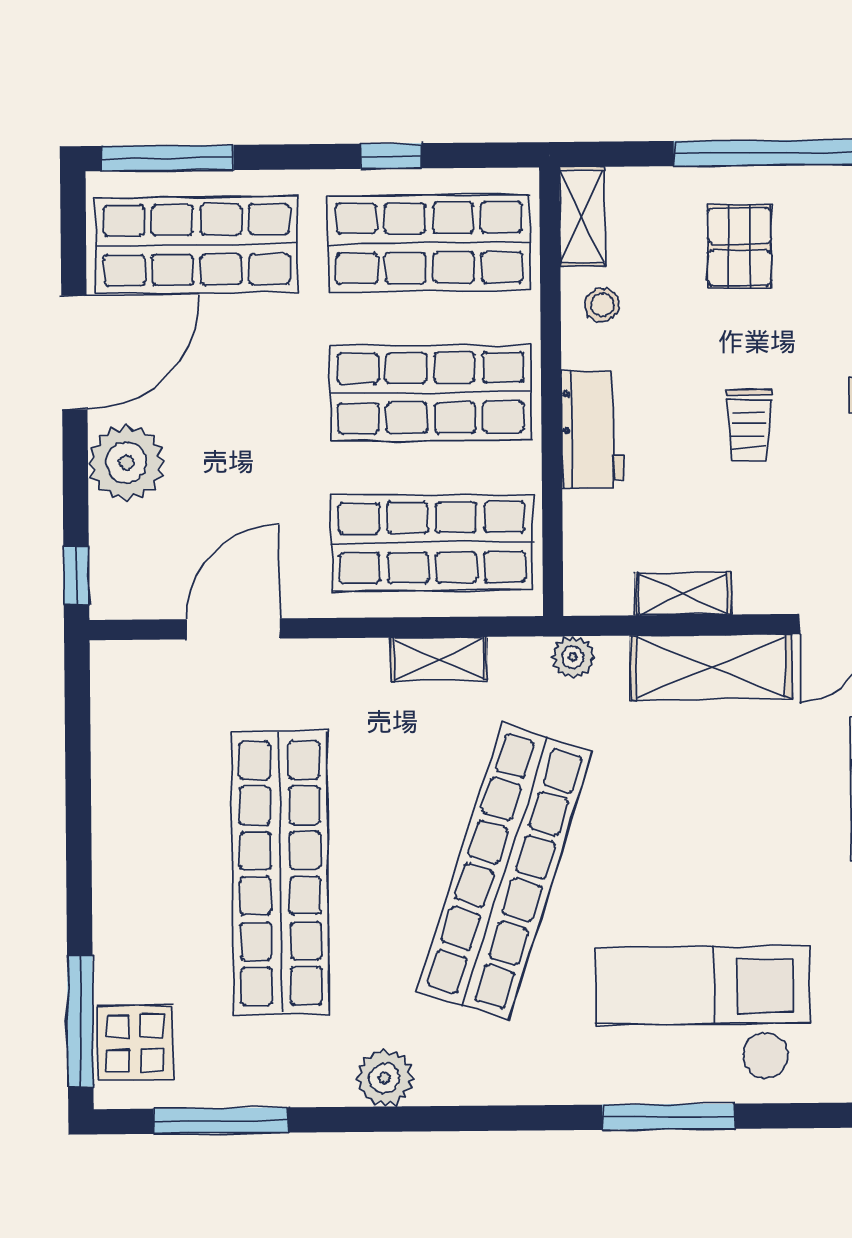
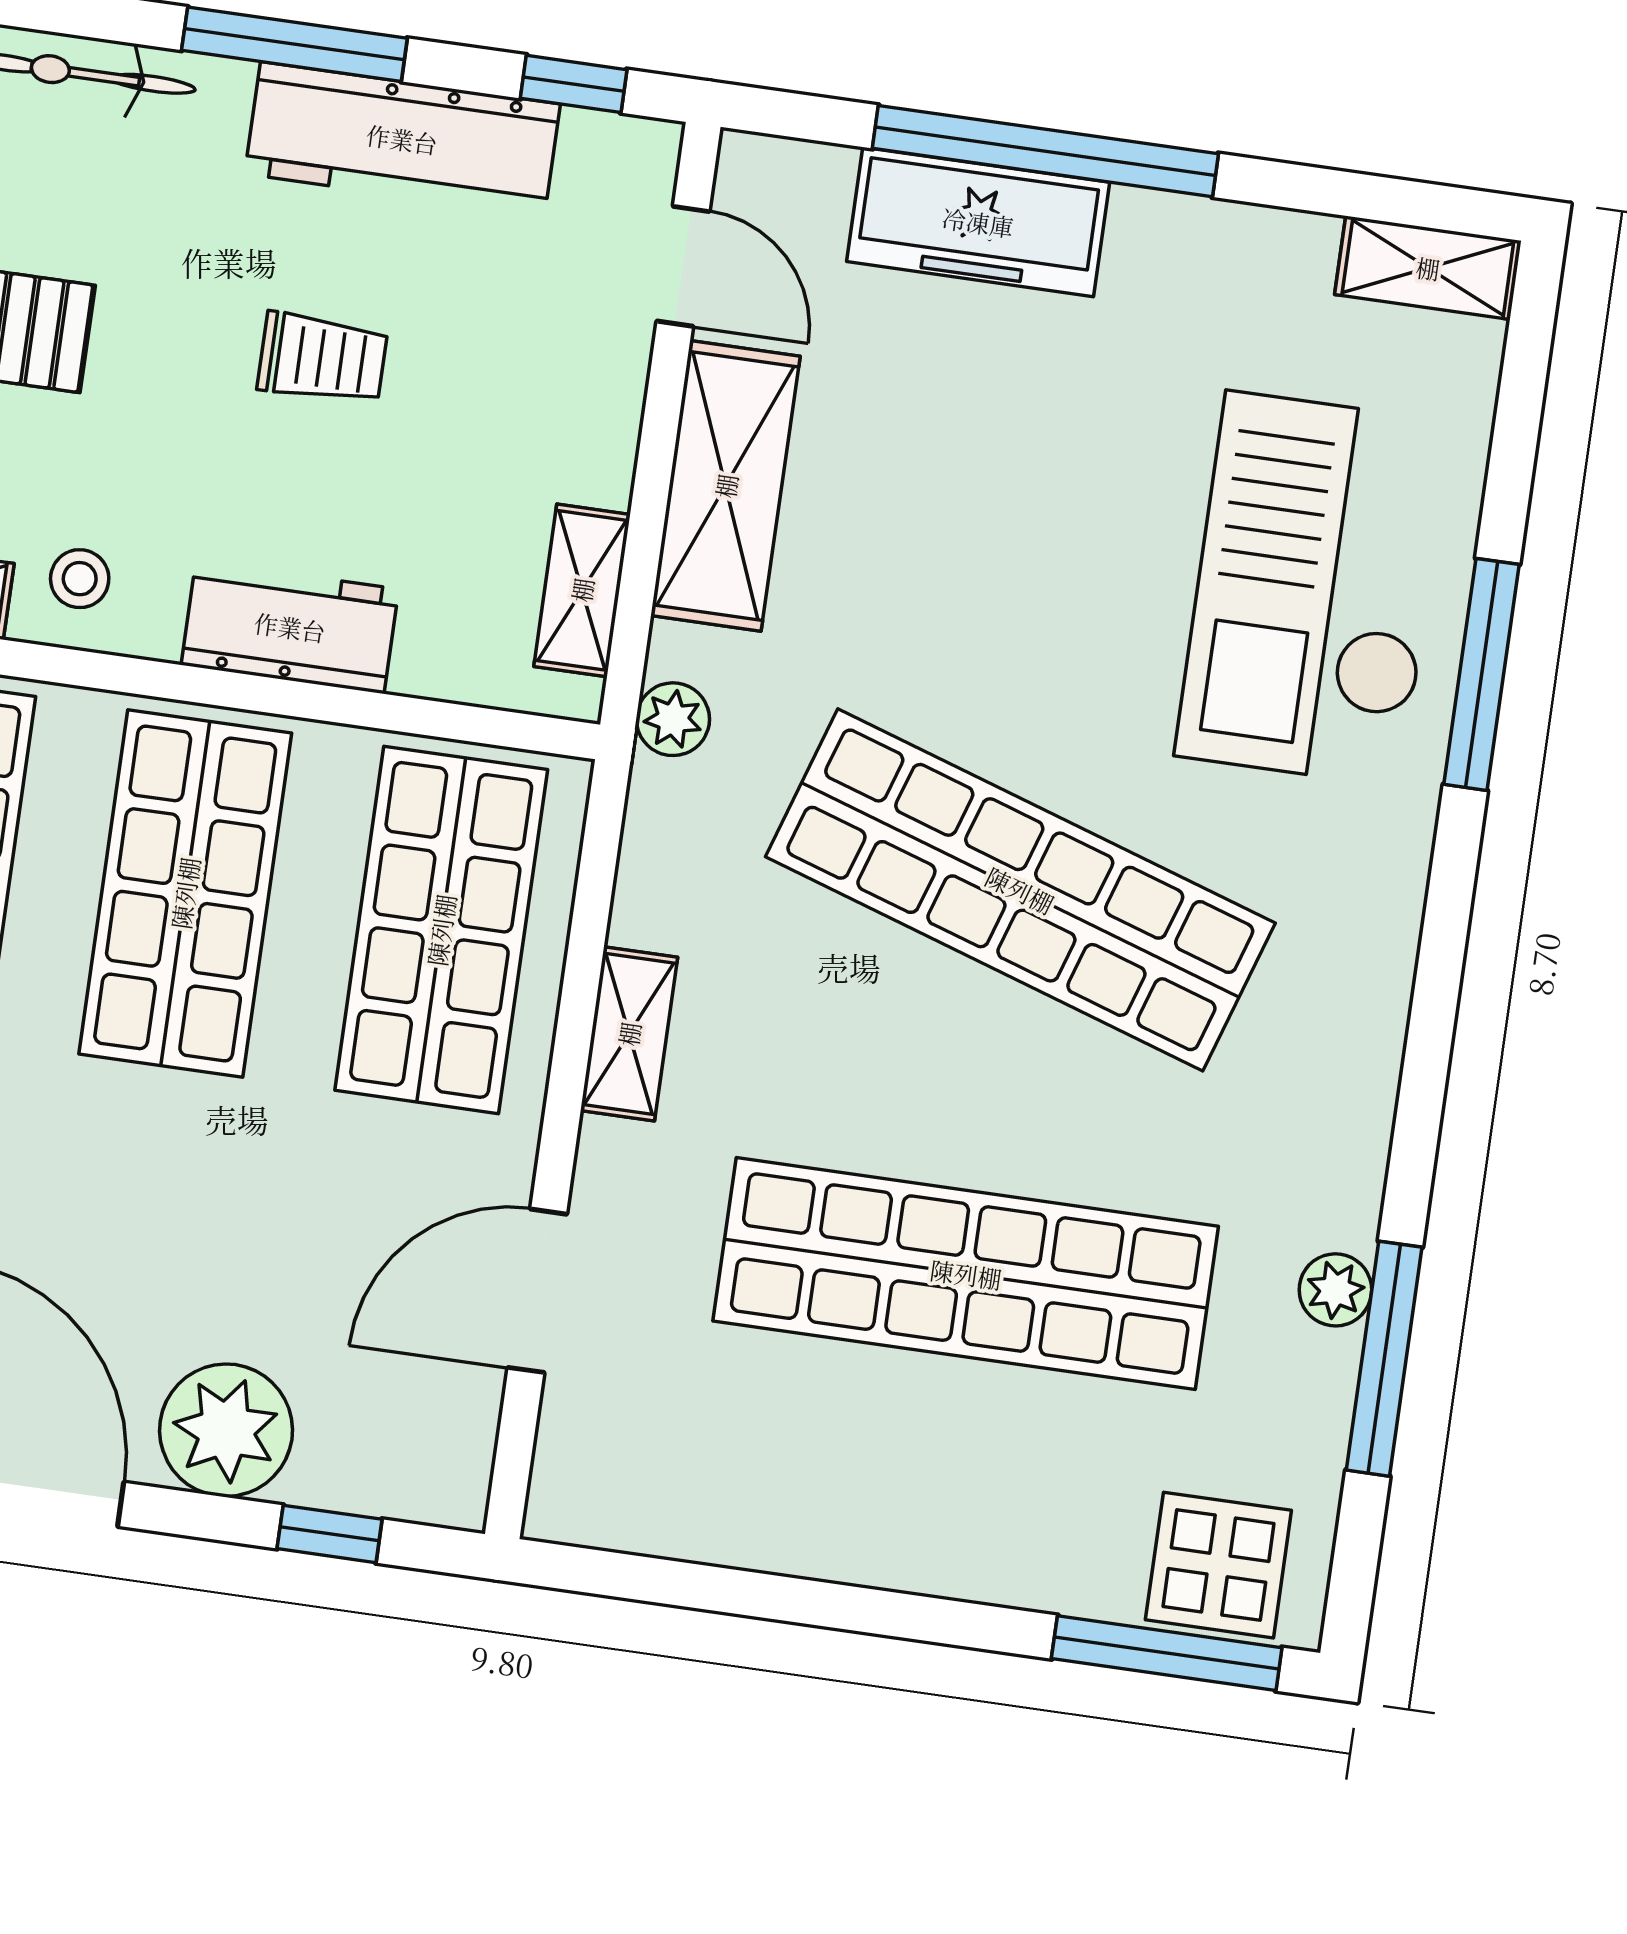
window: (76, 576) -> (330, 1534), moved
shelving: (683, 593) -> (582, 590), moved
door: (233, 629) -> (537, 1291), hinge flipped
shelving: (439, 659) -> (629, 1034), moved
plant: (385, 1078) -> (1335, 1290), moved, width x0.73, depth x0.73
window: (221, 1121) -> (1384, 1359), moved

